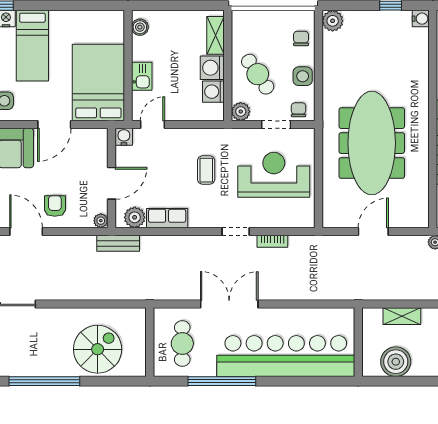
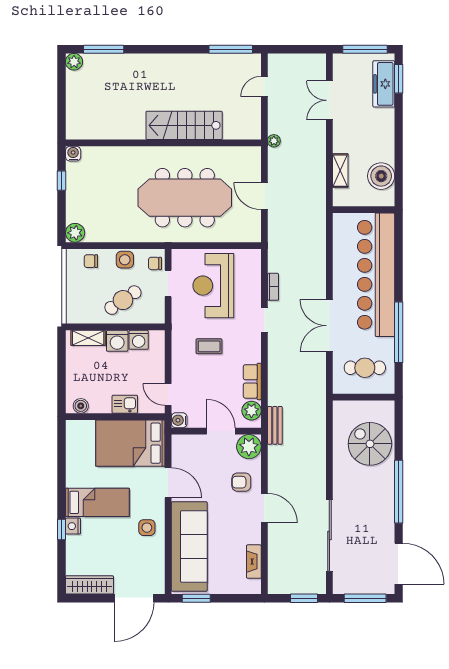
plant: (241, 112) -> (156, 315), removed
plant: (101, 221) -> (249, 447), width x1.88, depth x1.88
door: (26, 232) -> (264, 508), swing flipped

